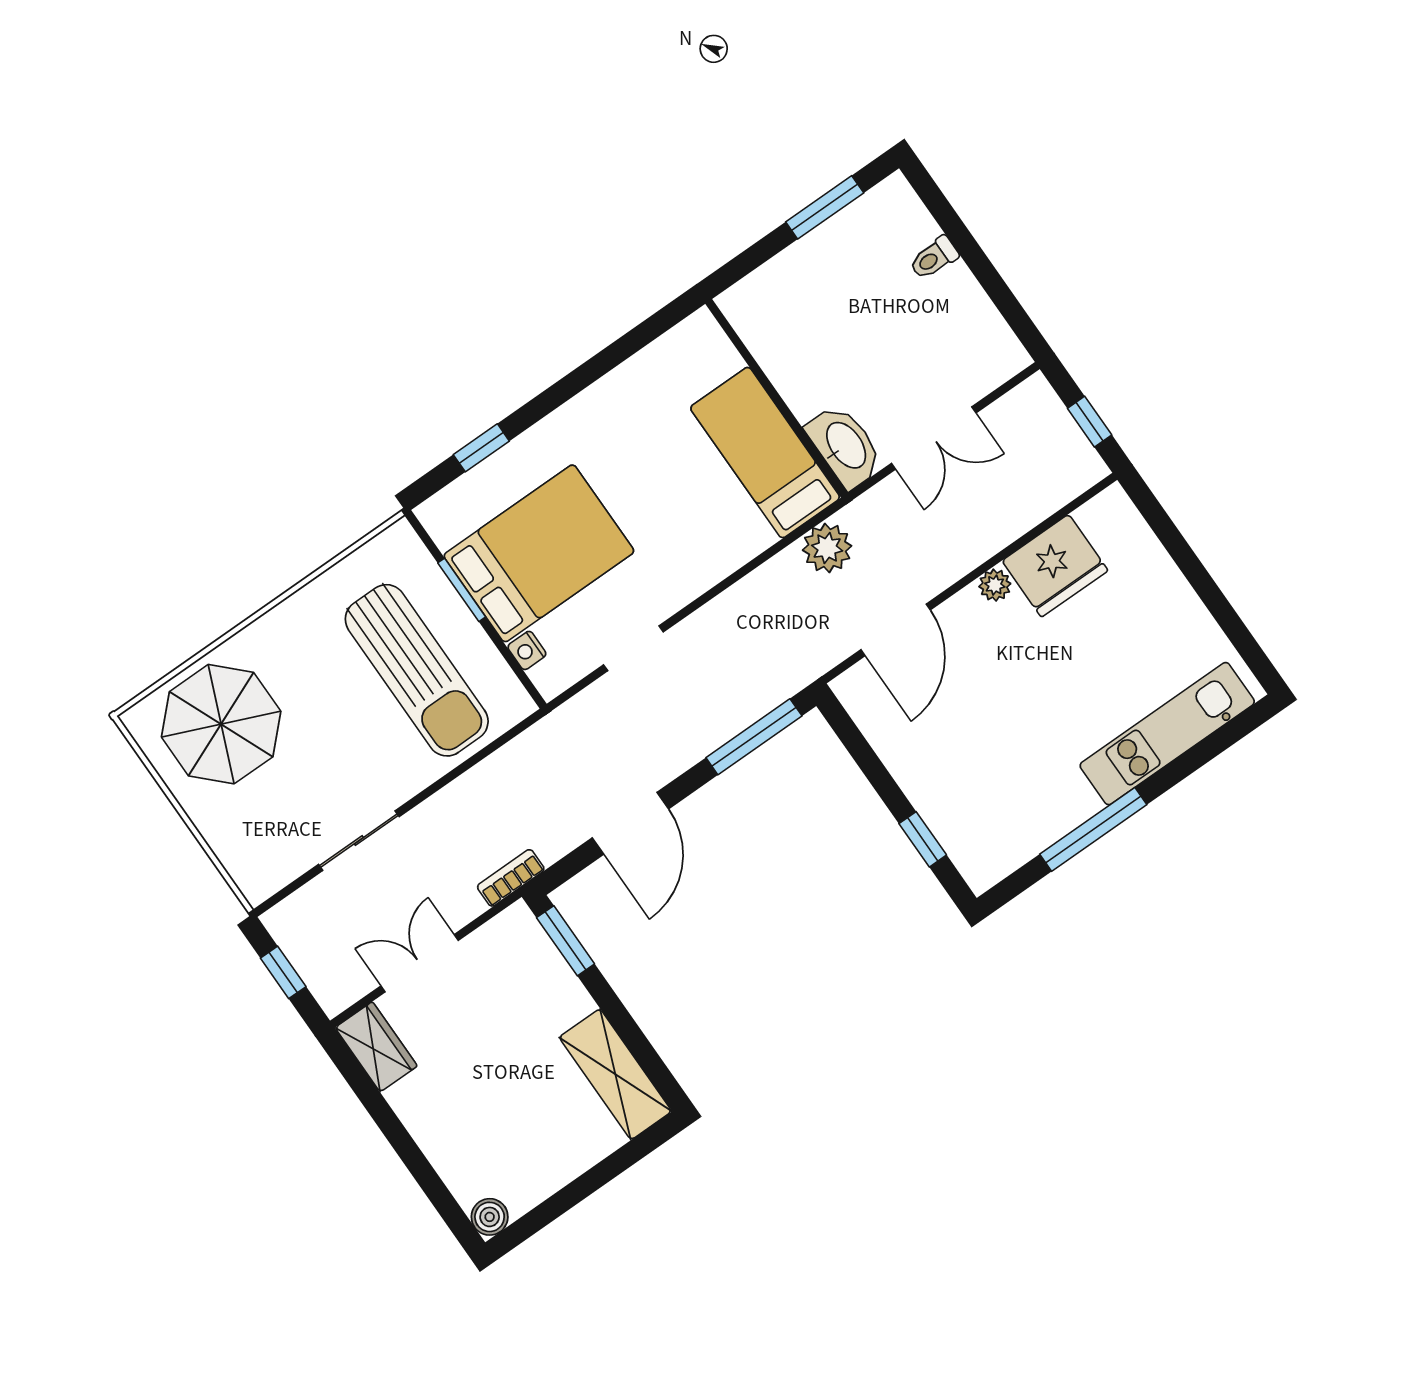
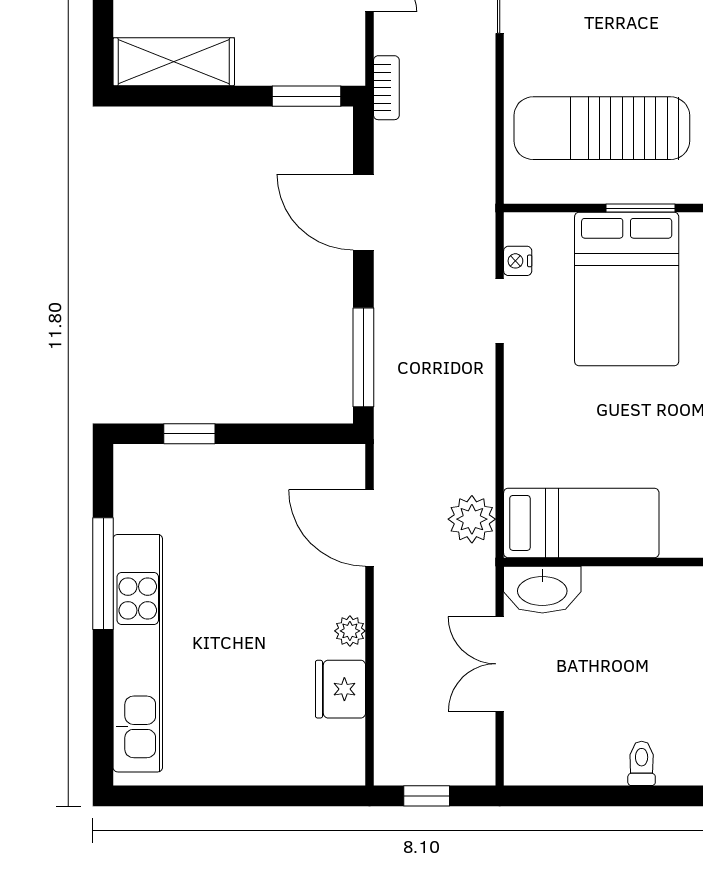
fridge: (1055, 566) -> (340, 689), width x0.73, depth x0.75
nightstand: (527, 650) -> (518, 261), moved, turned -90
kitchen unit: (1167, 734) -> (138, 653), width x1.36

